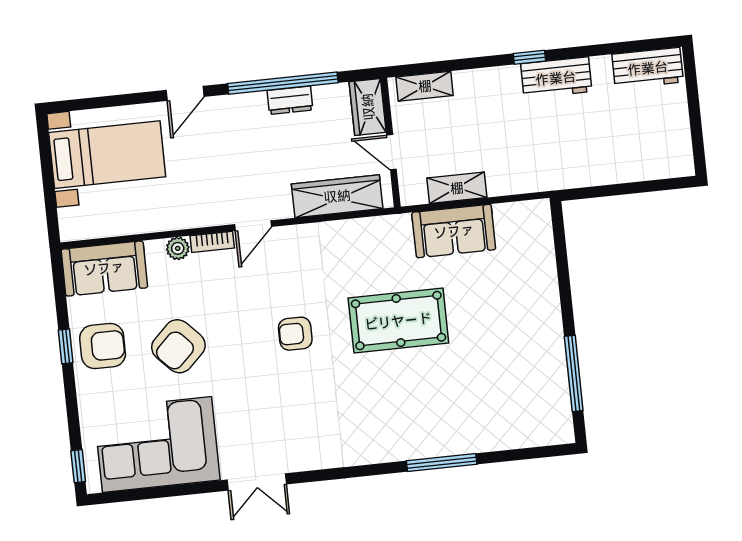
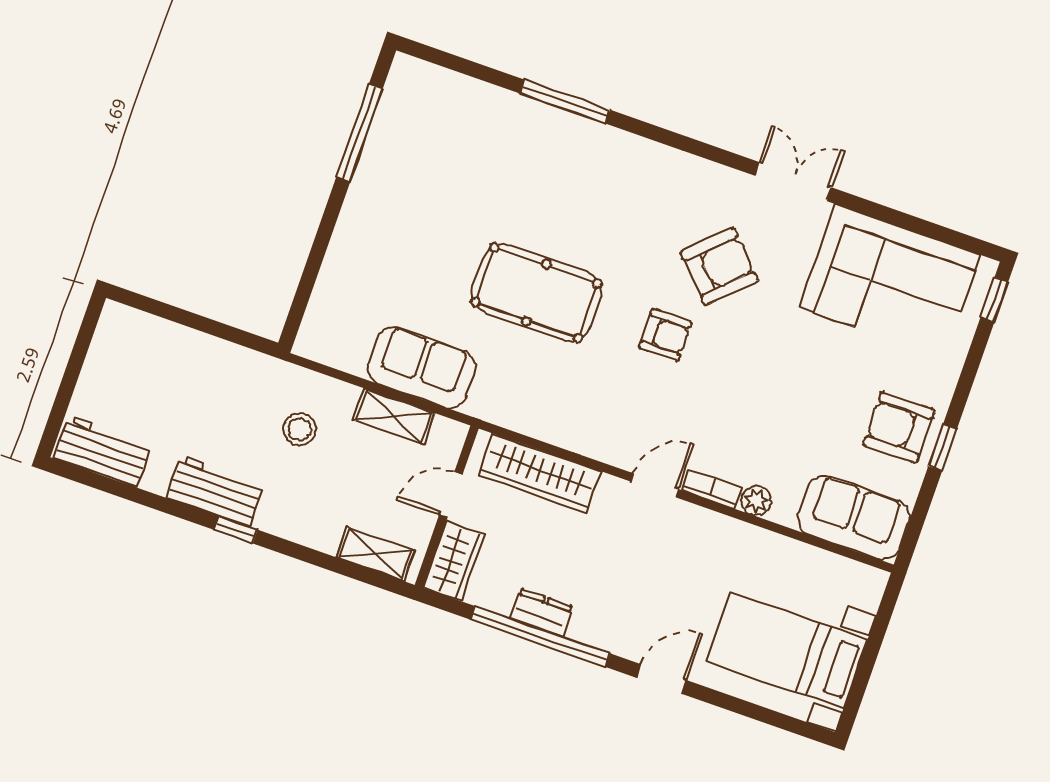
stool: (518, 148) -> (300, 429), added
door: (392, 152) -> (451, 495), swing flipped
armchair: (178, 346) -> (719, 266), moved

